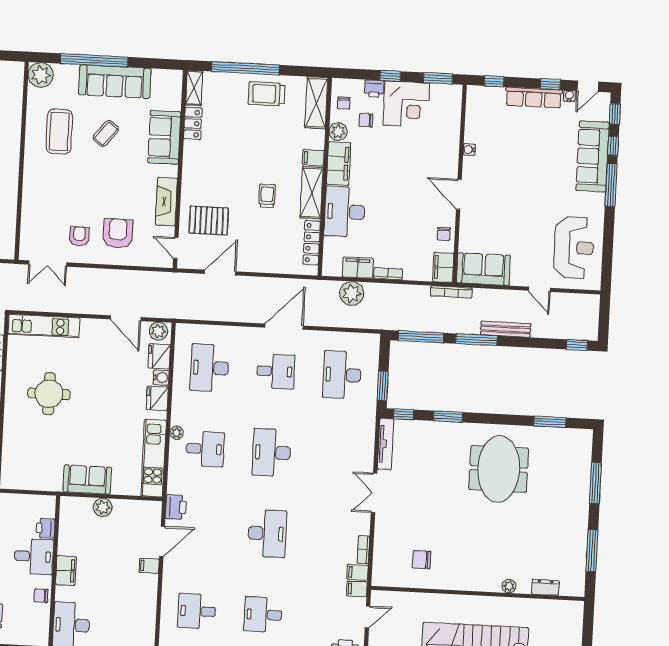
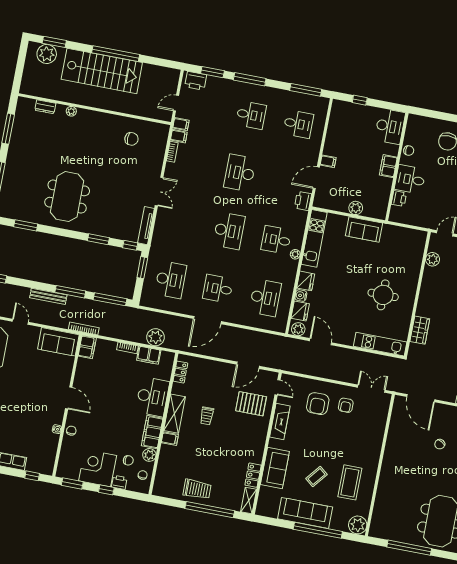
shelving: (316, 103) -> (162, 478), removed
chair: (444, 234) -> (71, 431), moved
locker: (312, 243) -> (180, 372), width x0.66

